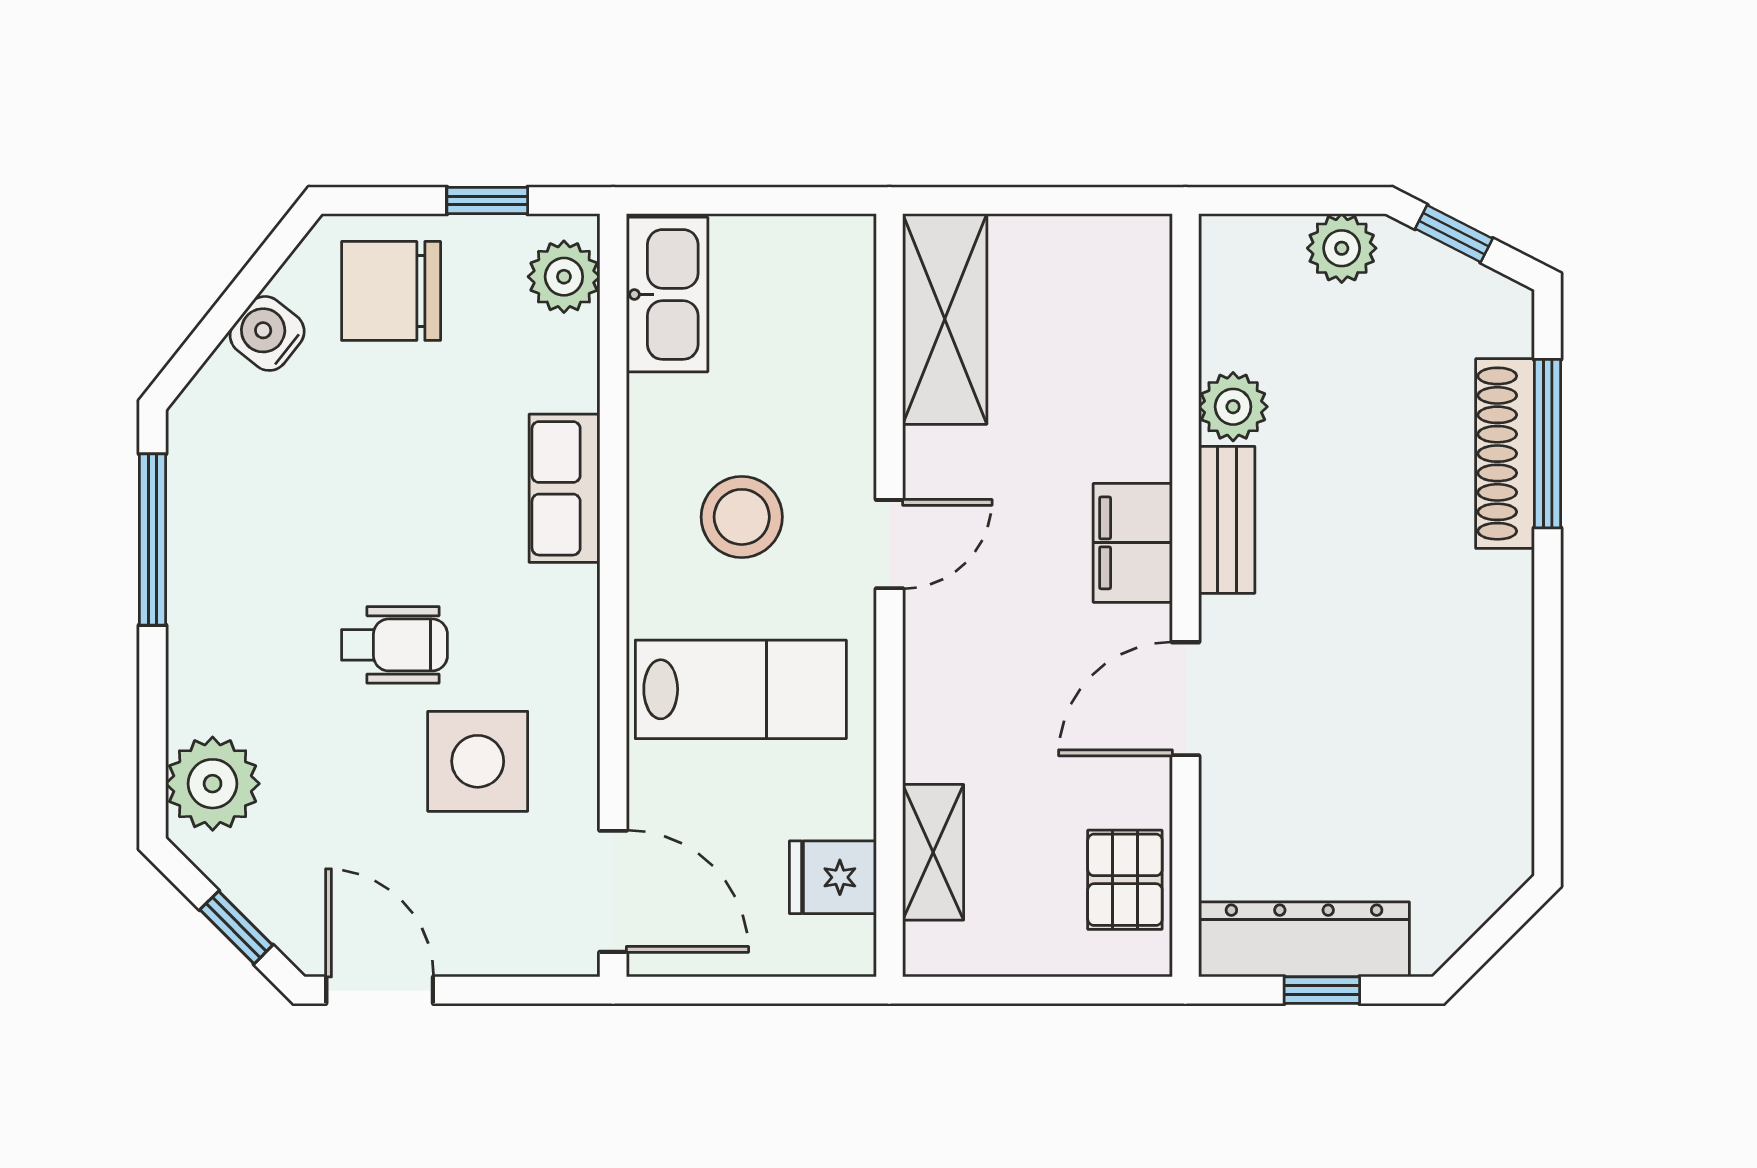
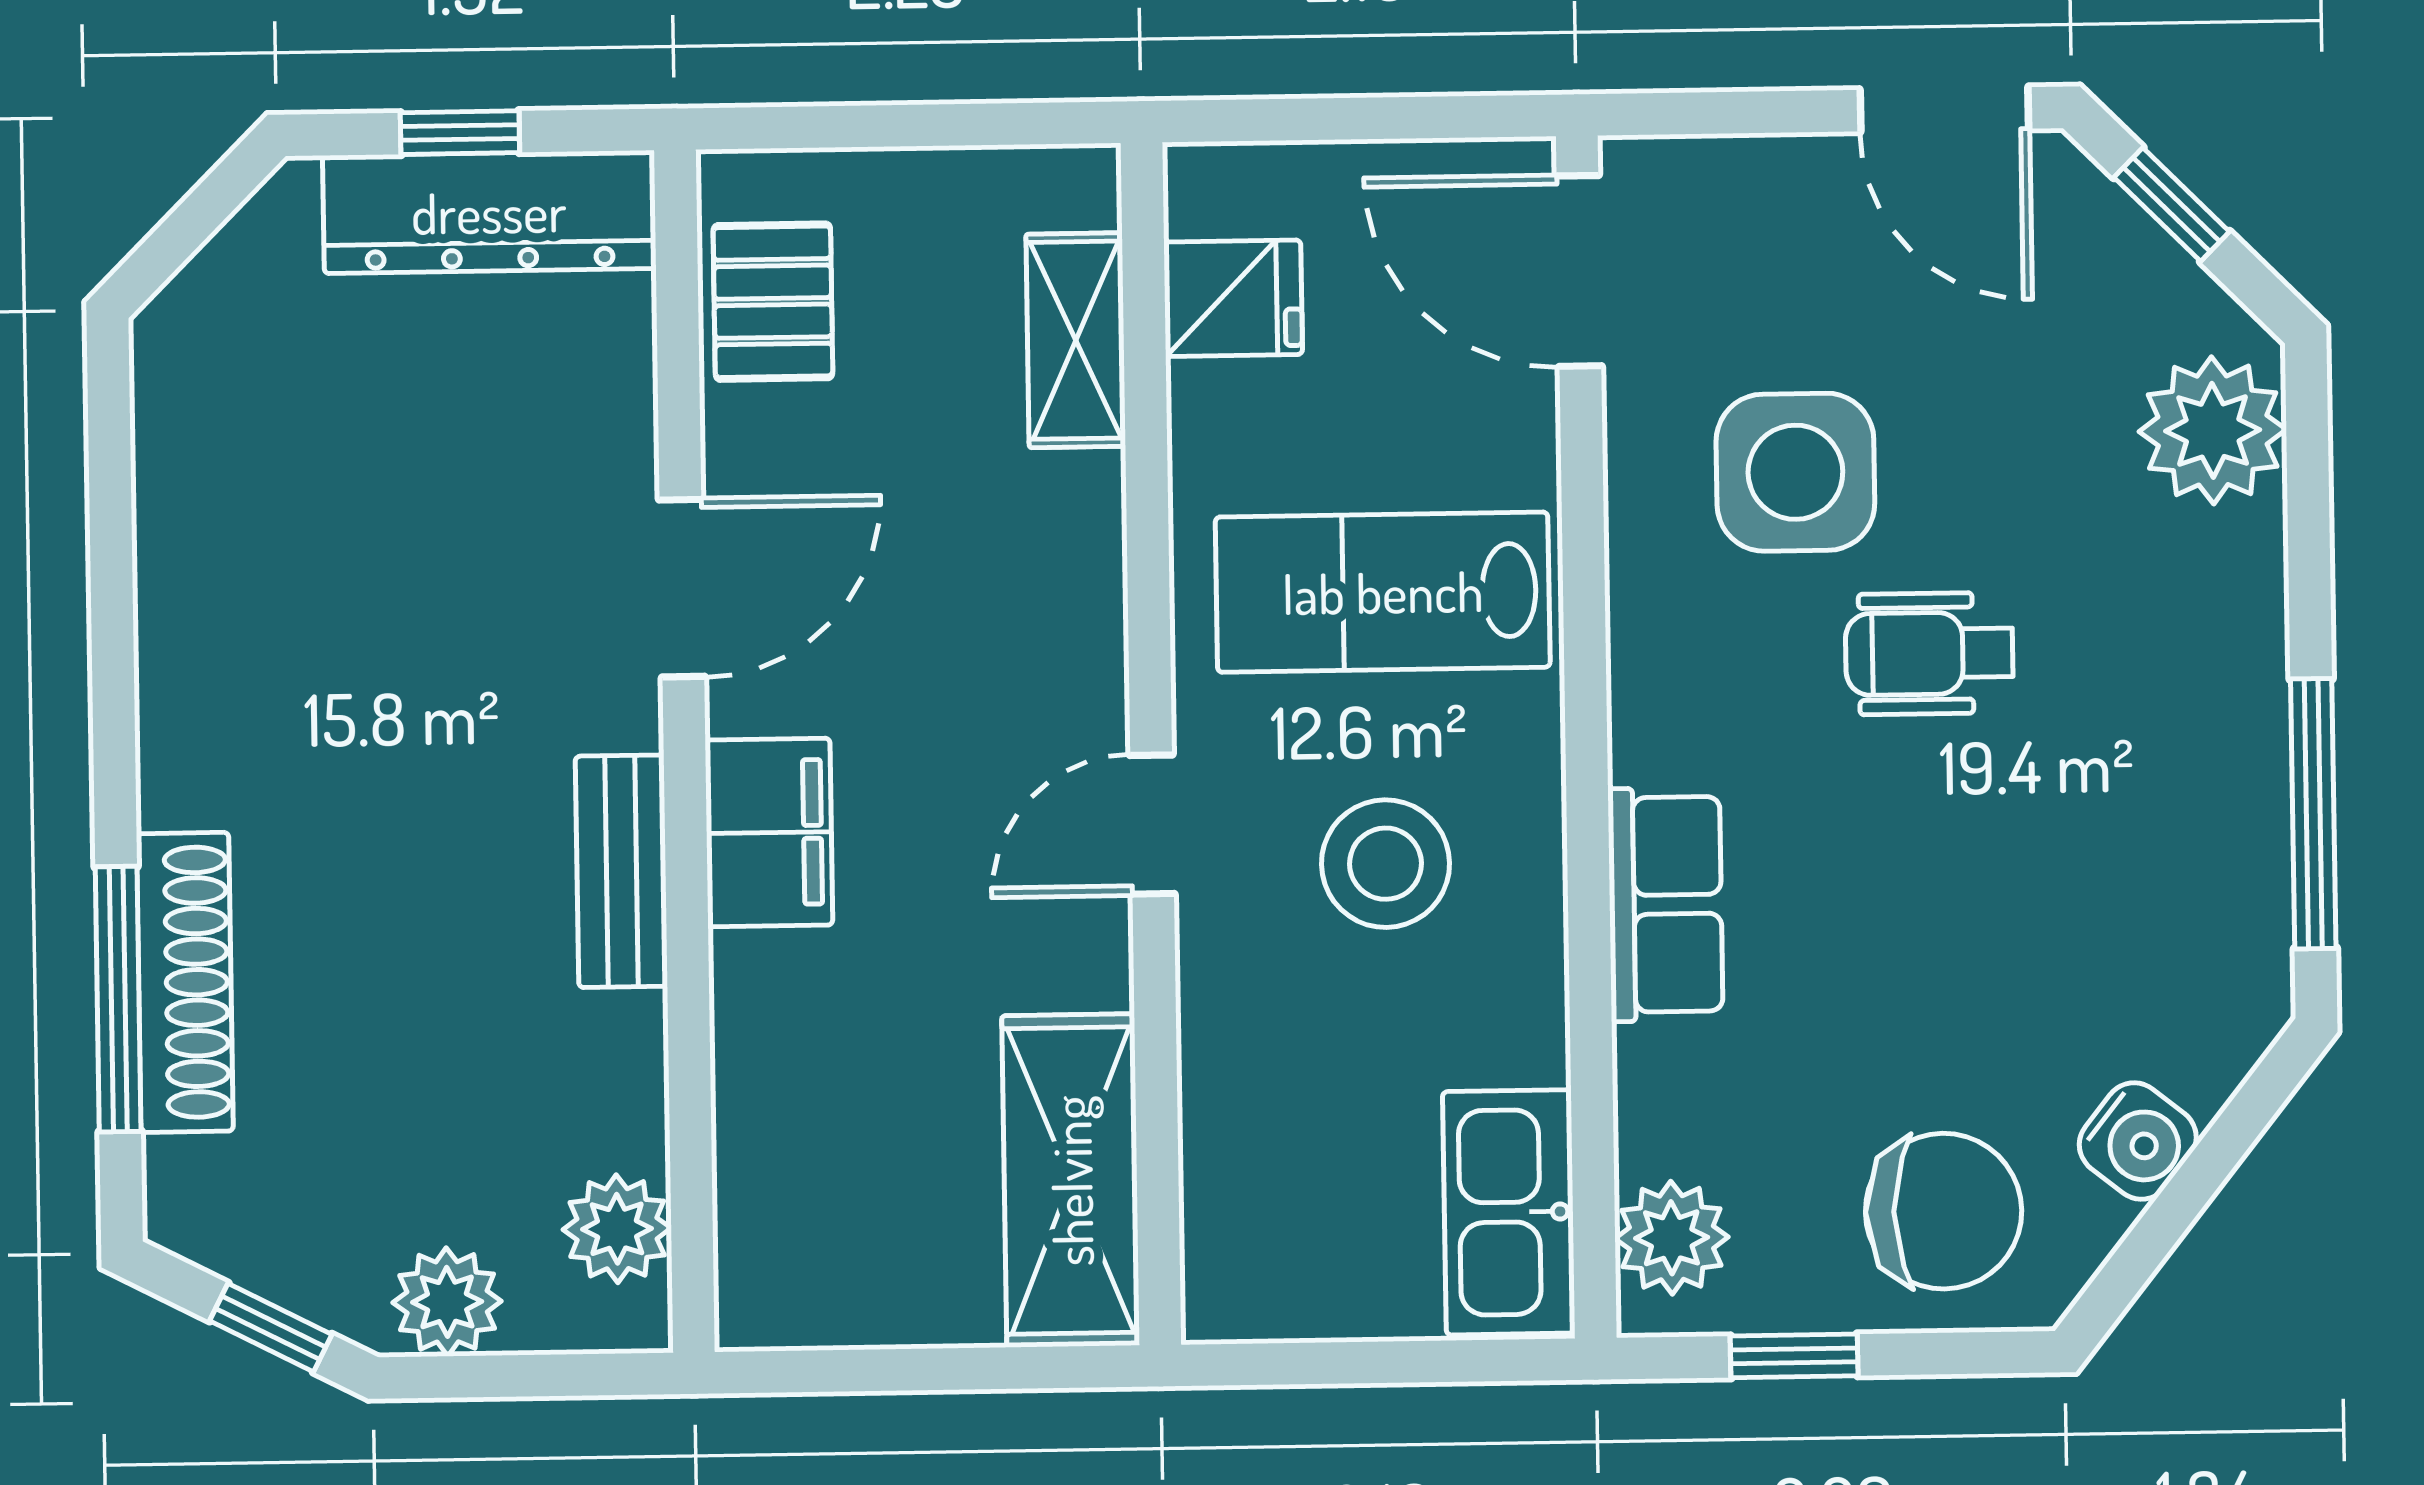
plant: (1233, 407) -> (617, 1229), moved

